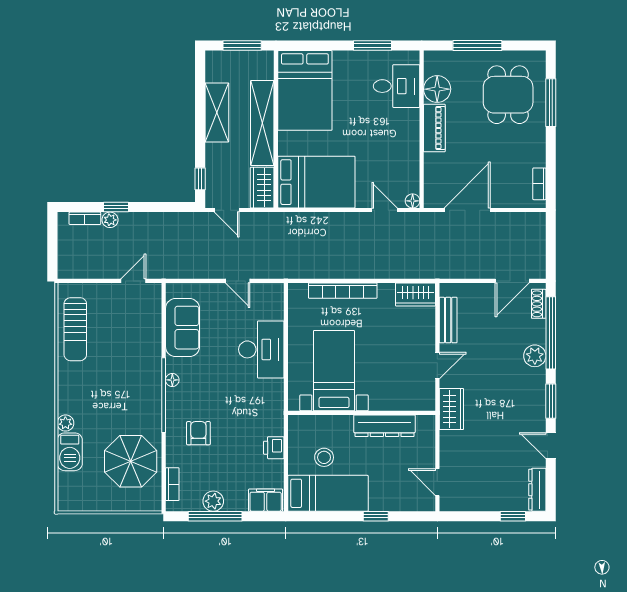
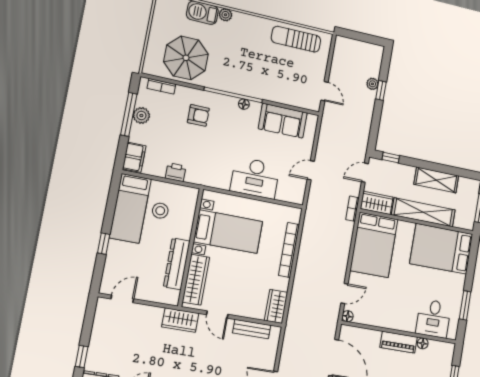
floor lamp: (437, 89) -> (423, 343), width x0.53, depth x0.53
bookcase: (85, 218) -> (352, 209), moved
wardrobe: (400, 399) -> (196, 280), added

